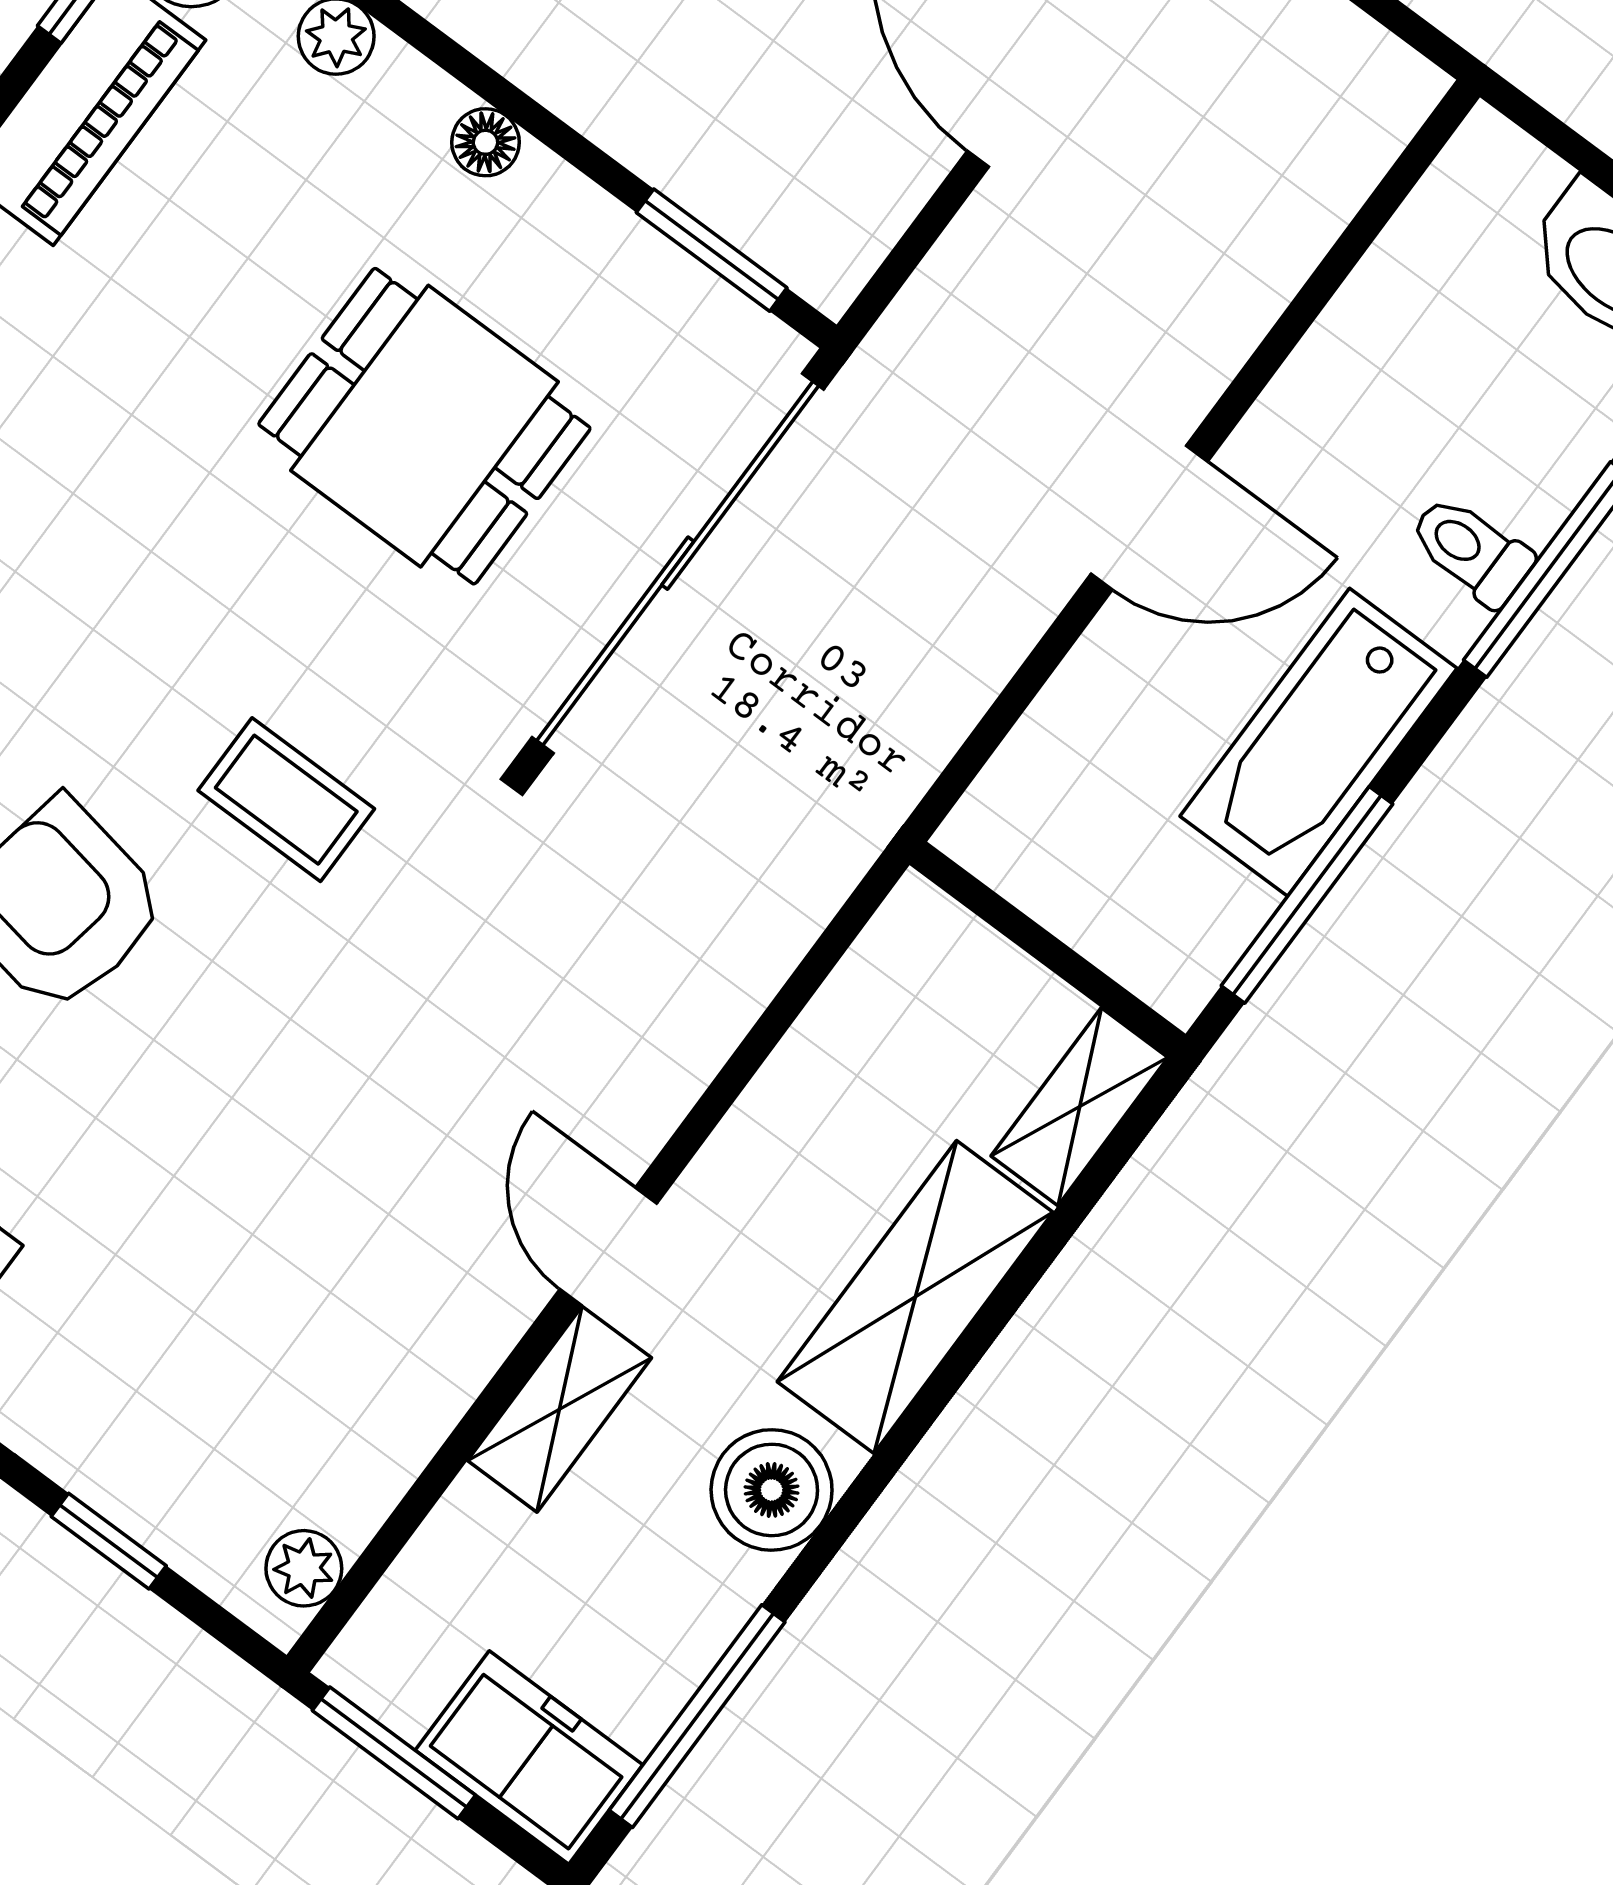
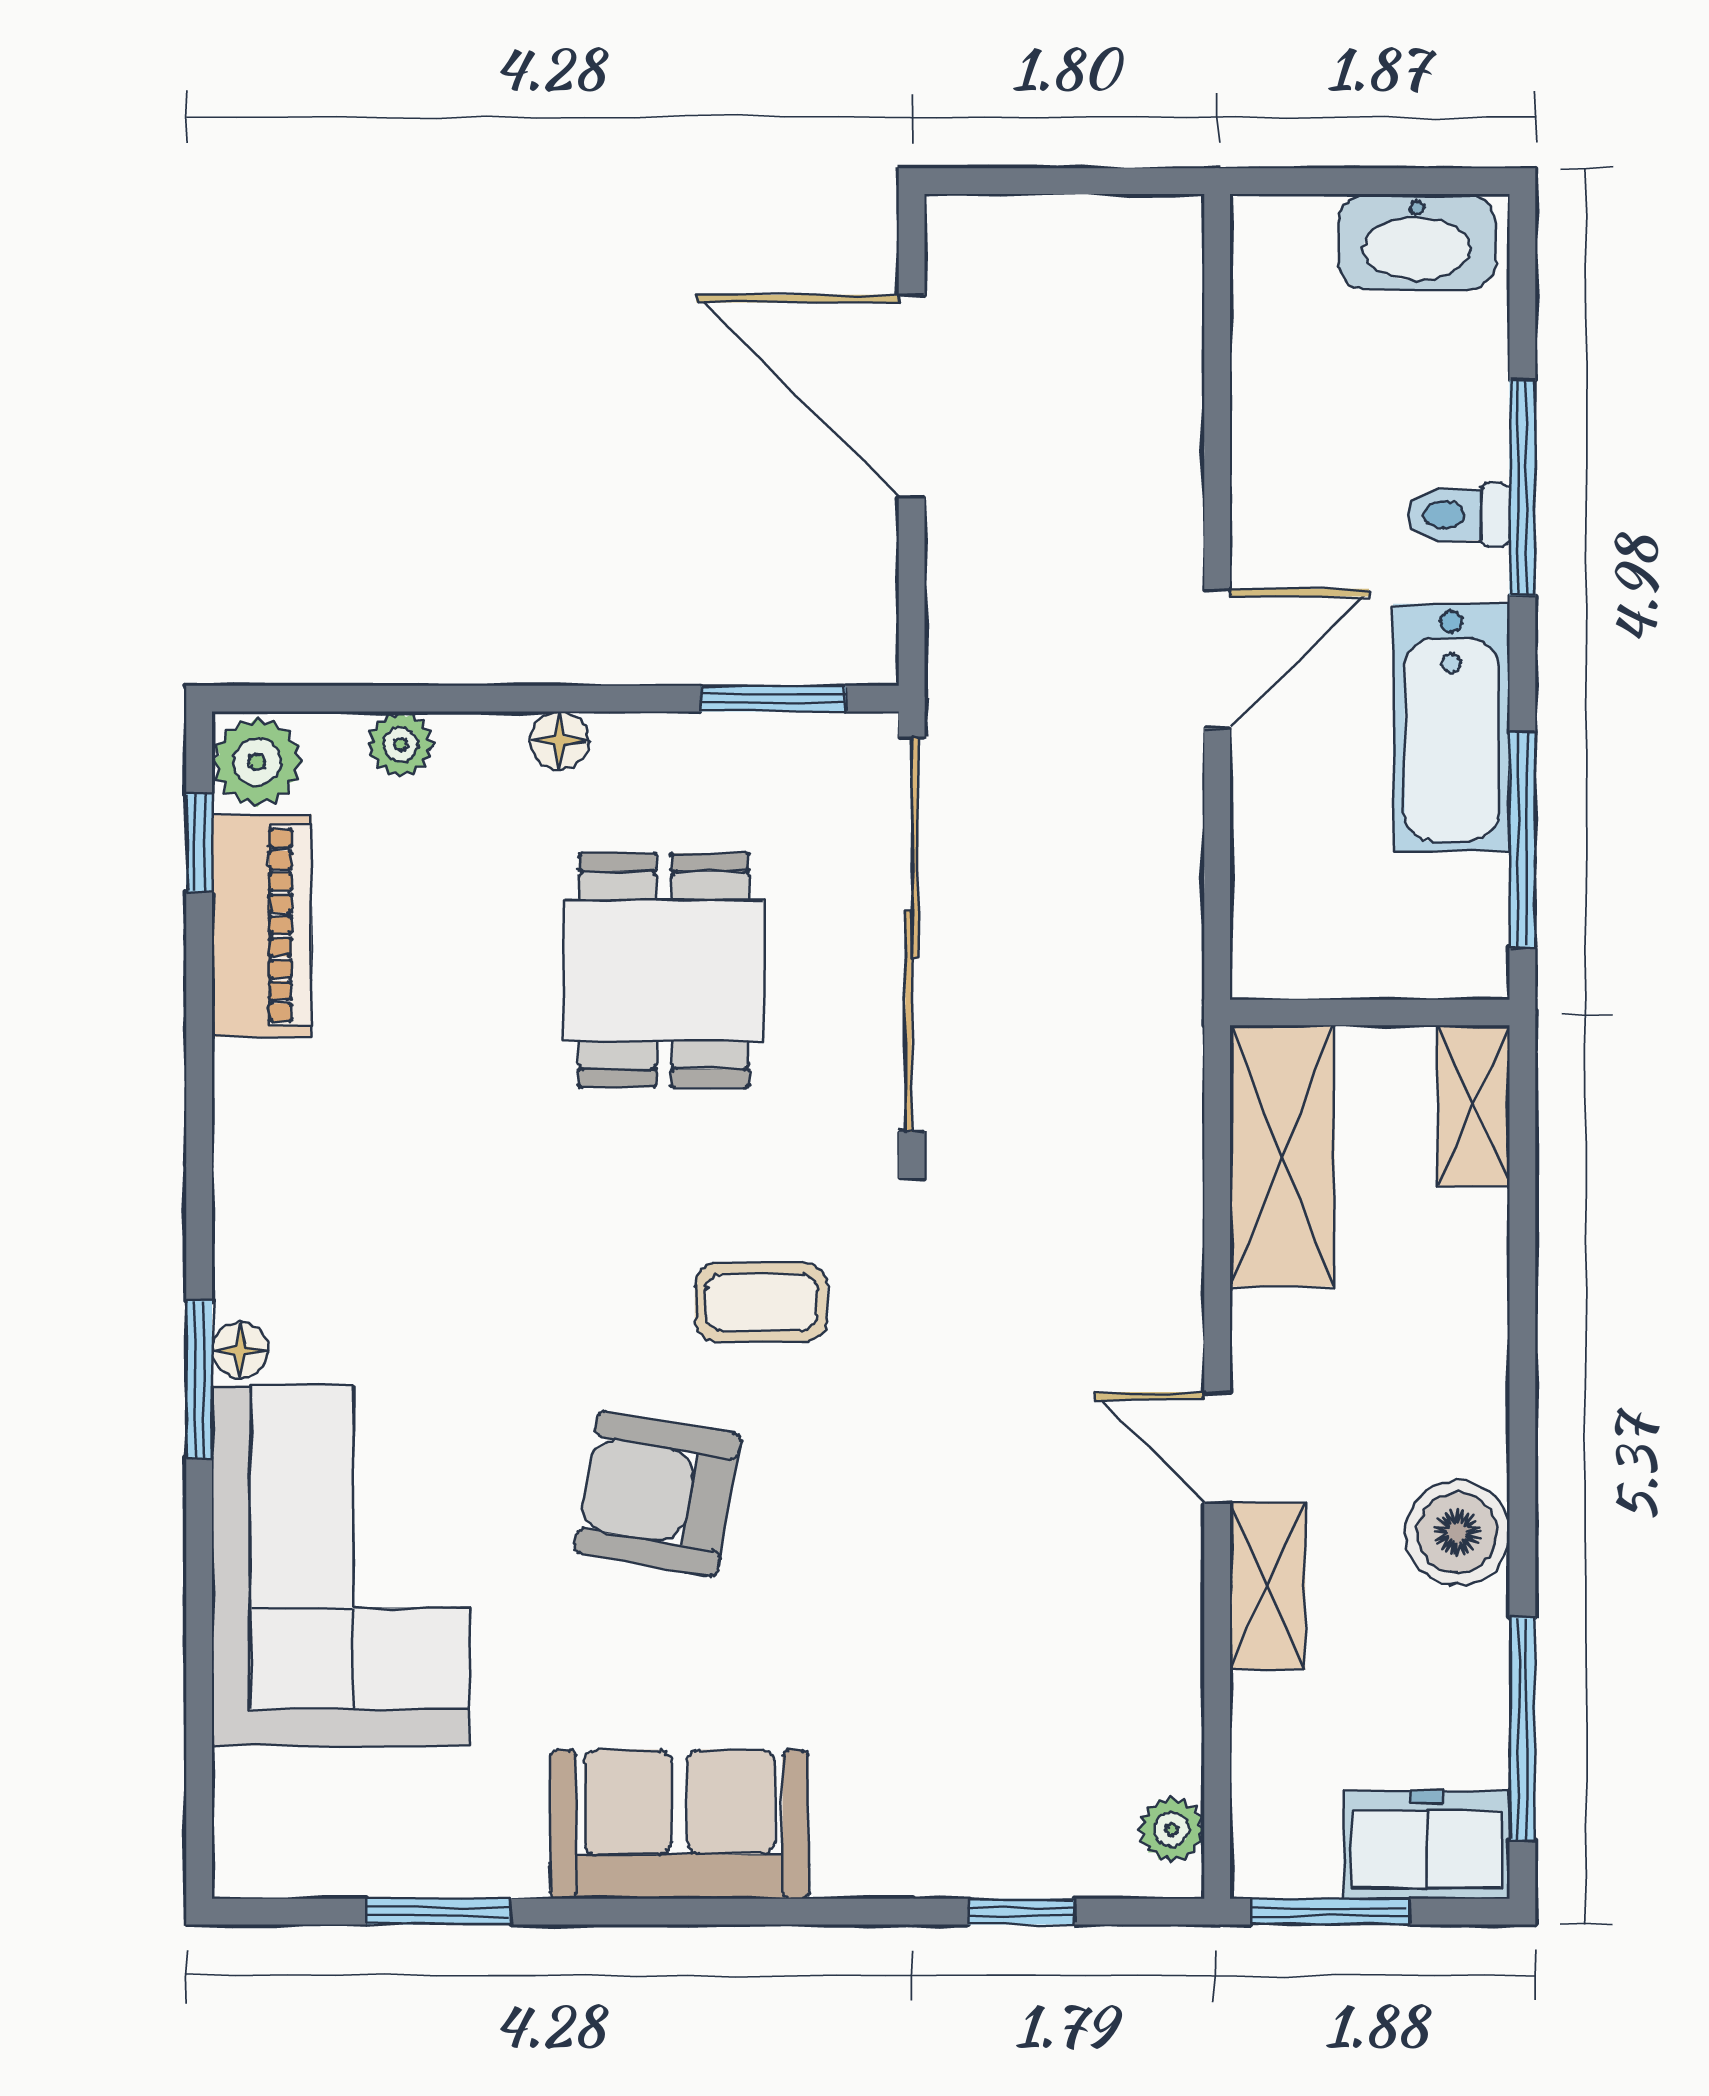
dining table: (424, 426) -> (664, 970), turned 90
shelving: (915, 1297) -> (1282, 1156), moved

